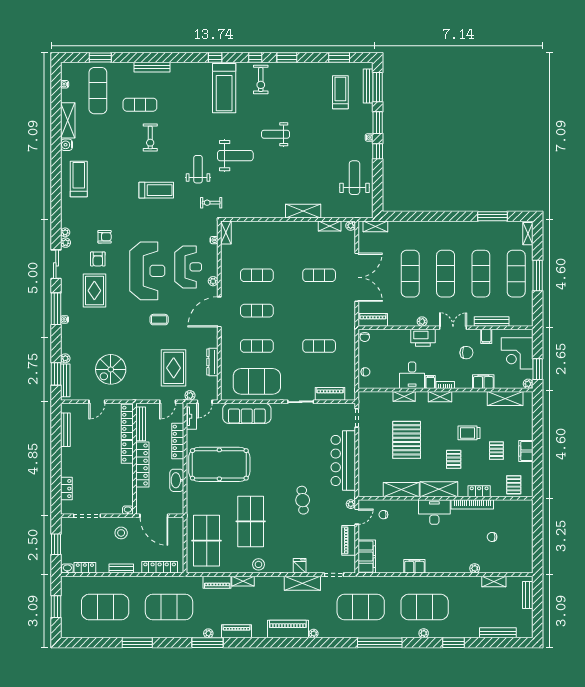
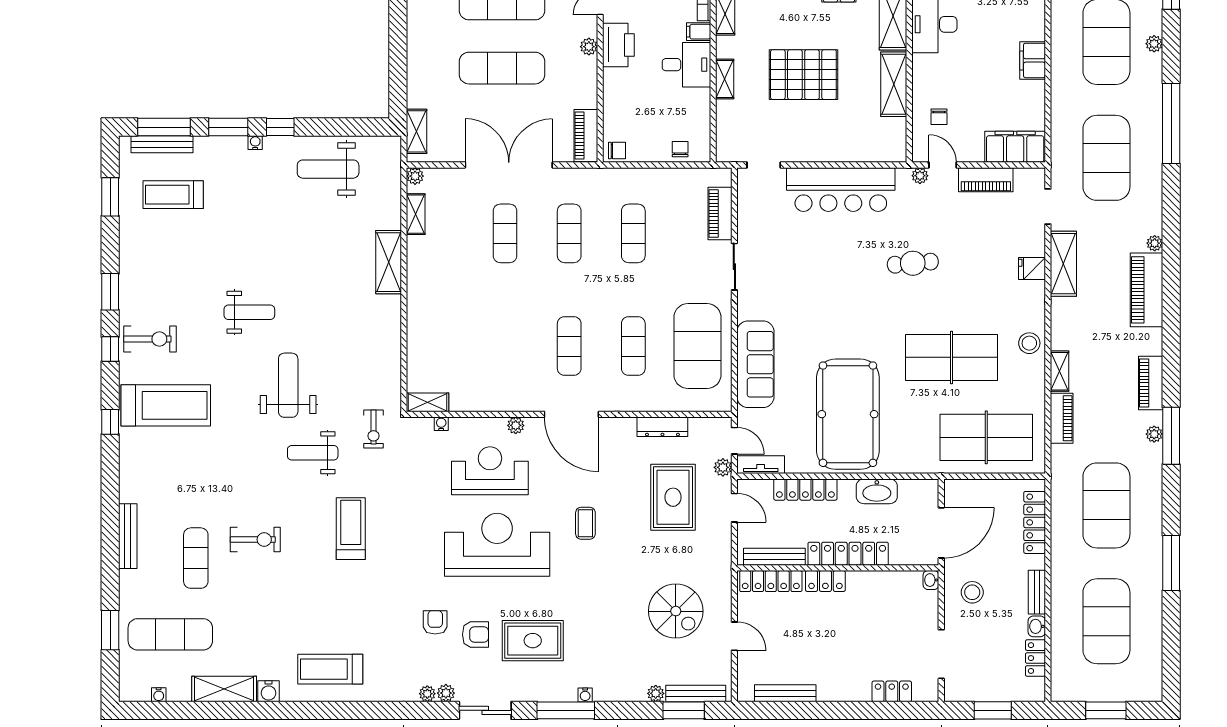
weight bench: (276, 134) -> (249, 312), turned -90
exercise mat: (257, 275) -> (569, 233), moved
rug: (174, 368) -> (673, 497), turned 90
washbasin: (67, 569) -> (1037, 626), moved

